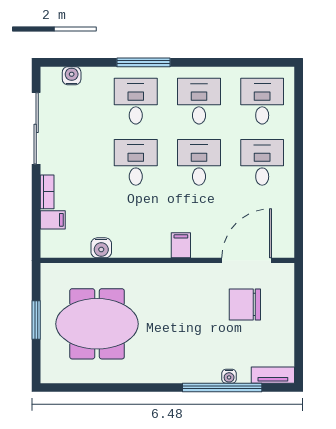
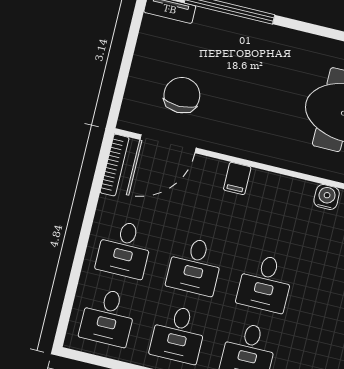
bookcase: (288, 231) -> (115, 165), added
chair: (245, 305) -> (182, 95), turned -90
water cooler: (229, 376) -> (219, 20), removed

